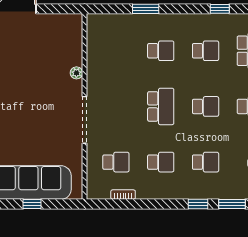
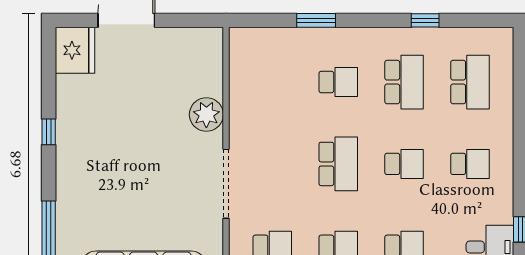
school desk: (206, 51) -> (404, 82), width x1.85
plant: (76, 73) -> (206, 115), width x1.88, depth x1.88

